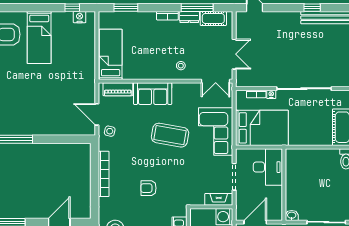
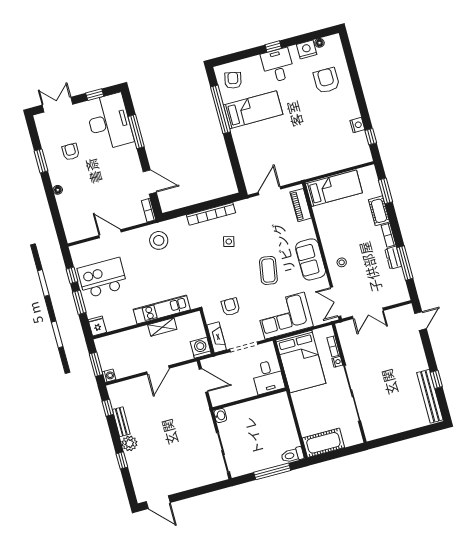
nightstand: (80, 17) -> (357, 125), moved
cot: (213, 18) -> (379, 211), moved
bed: (39, 38) -> (253, 110), moved, turned 180
sofa: (153, 94) -> (311, 259), moved
side table: (110, 131) -> (229, 242), moved
coffee table: (170, 135) -> (268, 270), width x0.73, depth x0.76
desk: (268, 167) -> (268, 377), width x0.73
armchair: (149, 188) -> (231, 307), moved

